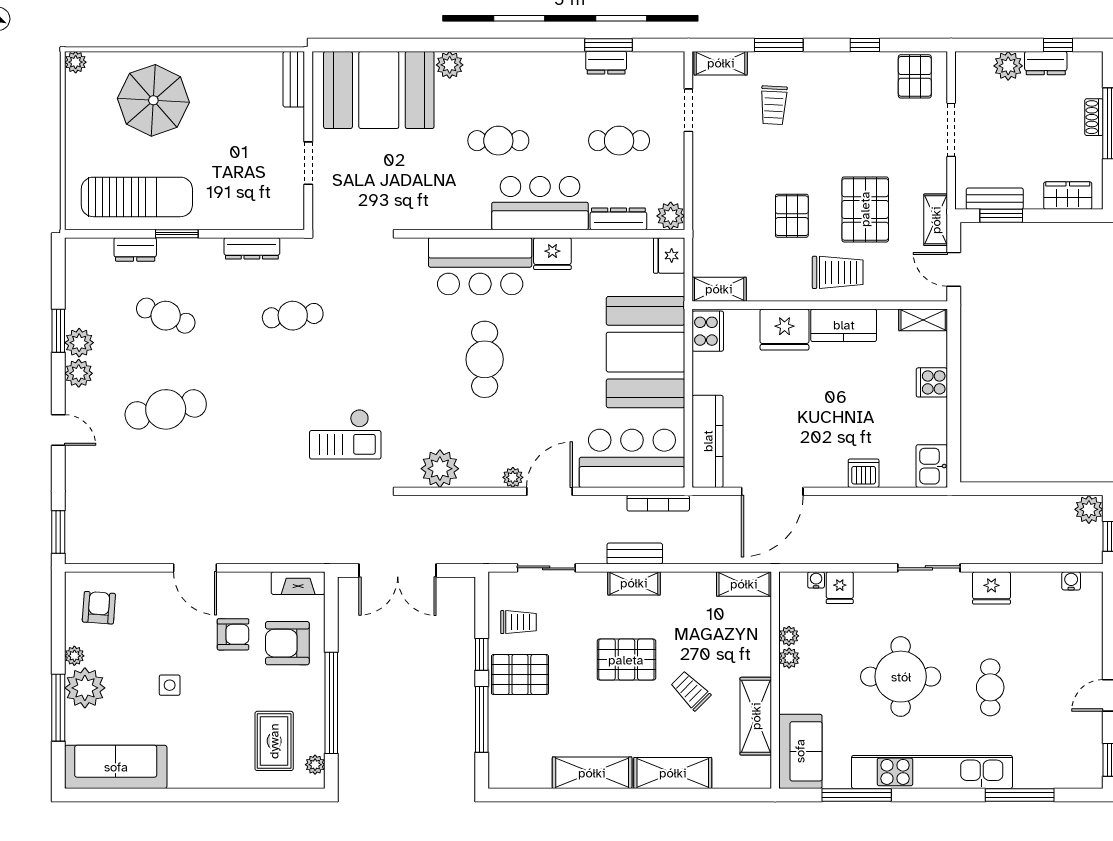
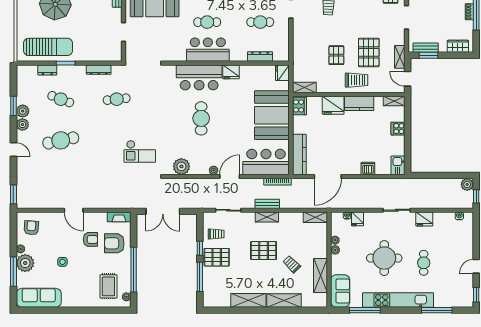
bar counter: (540, 203) -> (208, 50), moved
plant: (671, 216) -> (283, 55), removed

